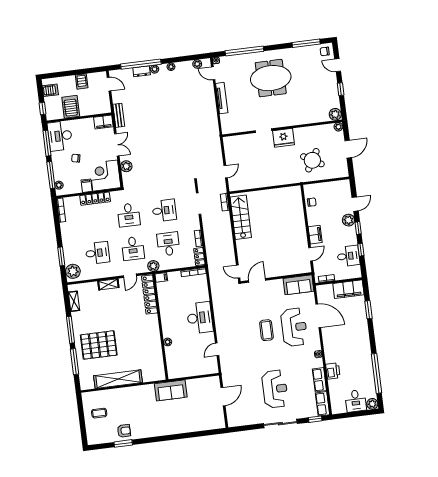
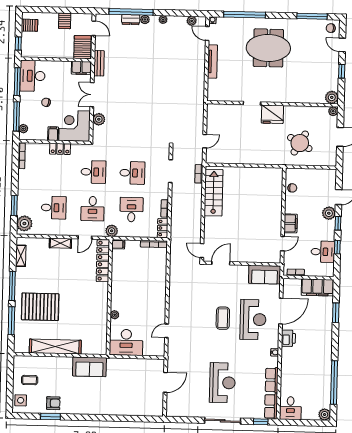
server rack: (71, 107) -> (82, 47), moved
double door: (117, 145) -> (92, 95), swing flipped
locker: (95, 199) -> (60, 149), width x0.66
desk: (129, 215) -> (93, 172), turned -90
door: (318, 316) -> (281, 311), hinge flipped
desk: (200, 318) -> (126, 342), moved, turned 90
printer: (333, 371) -> (288, 338), moved
sofa: (171, 390) -> (89, 367), moved
desk: (356, 401) -> (290, 408), moved
side table: (94, 433) -> (21, 400), added

